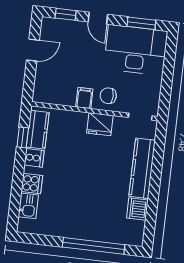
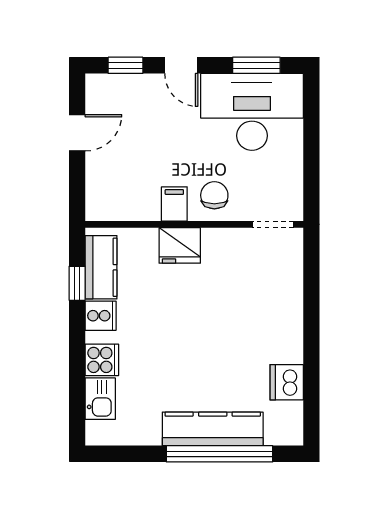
chair: (108, 96) -> (214, 195), turned 90
fridge: (100, 124) -> (180, 245), moved
kitchen counter: (142, 168) -> (213, 429), moved, turned 90

